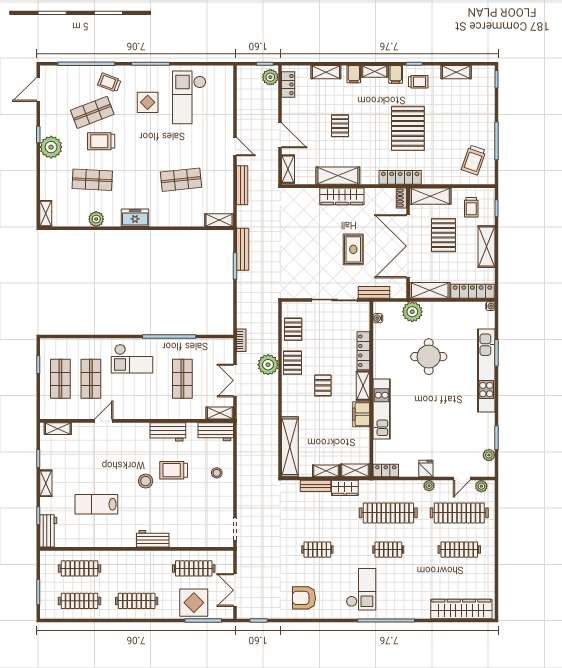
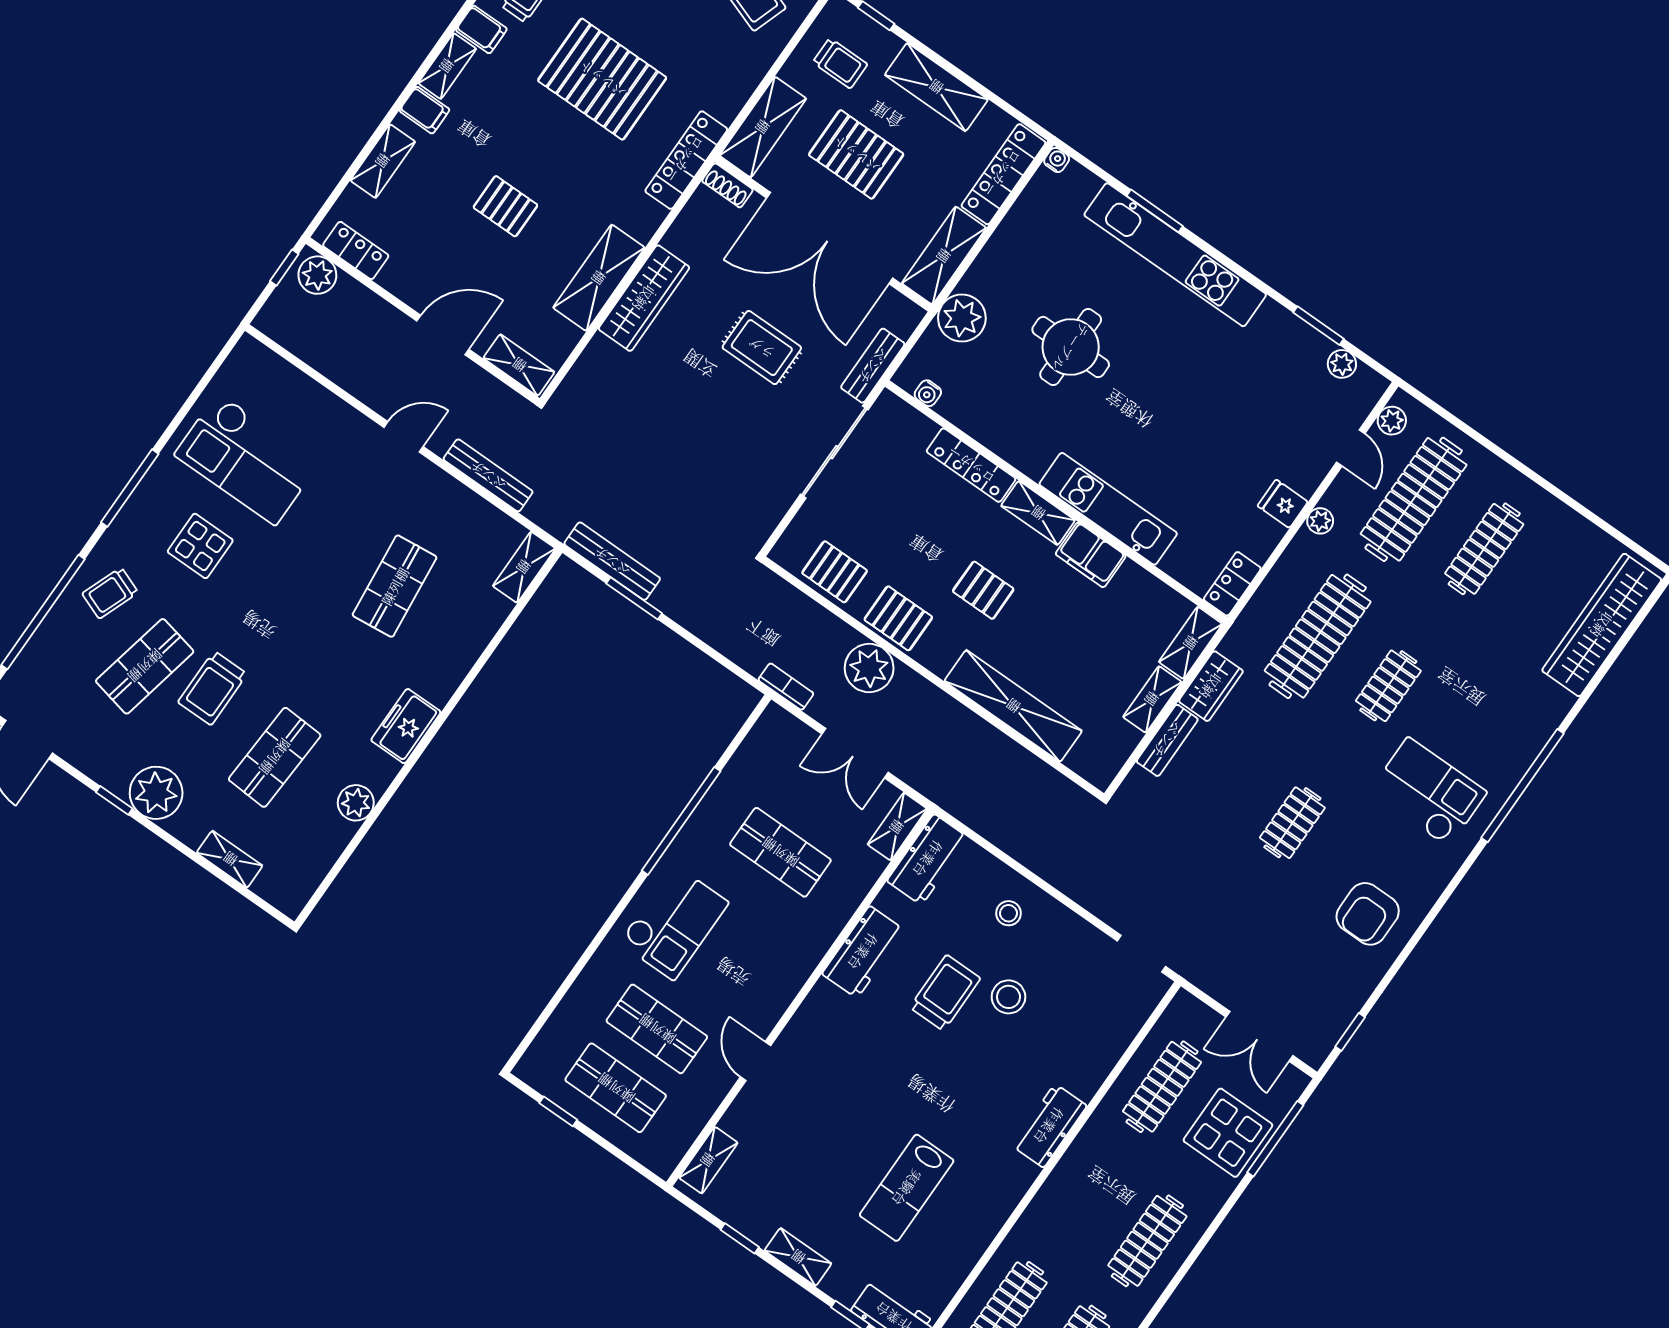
shop shelf: (92, 112) -> (145, 666), turned 33
shelving: (46, 213) -> (230, 859), moved
shelving: (290, 447) -> (1013, 706), moved
trolley: (174, 470) -> (945, 993), turned 180
stool: (146, 481) -> (1008, 997), moved

